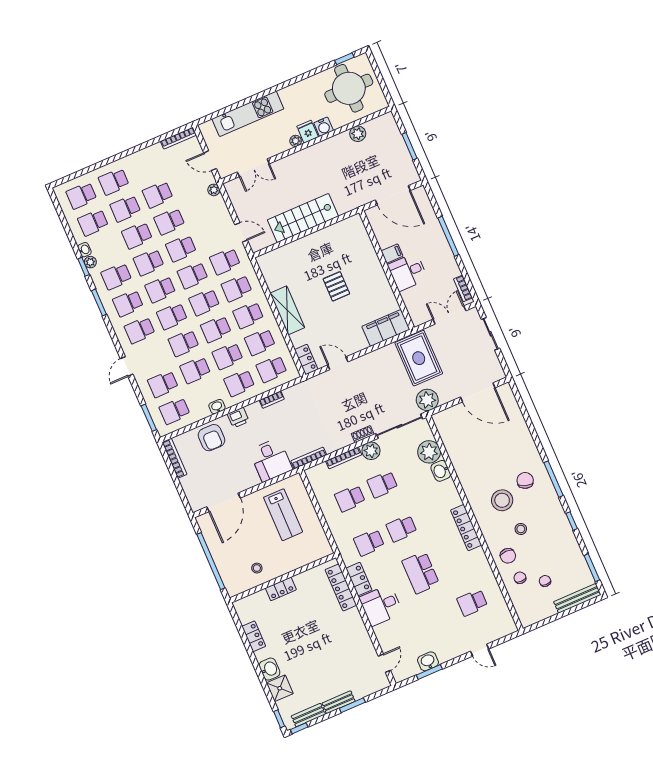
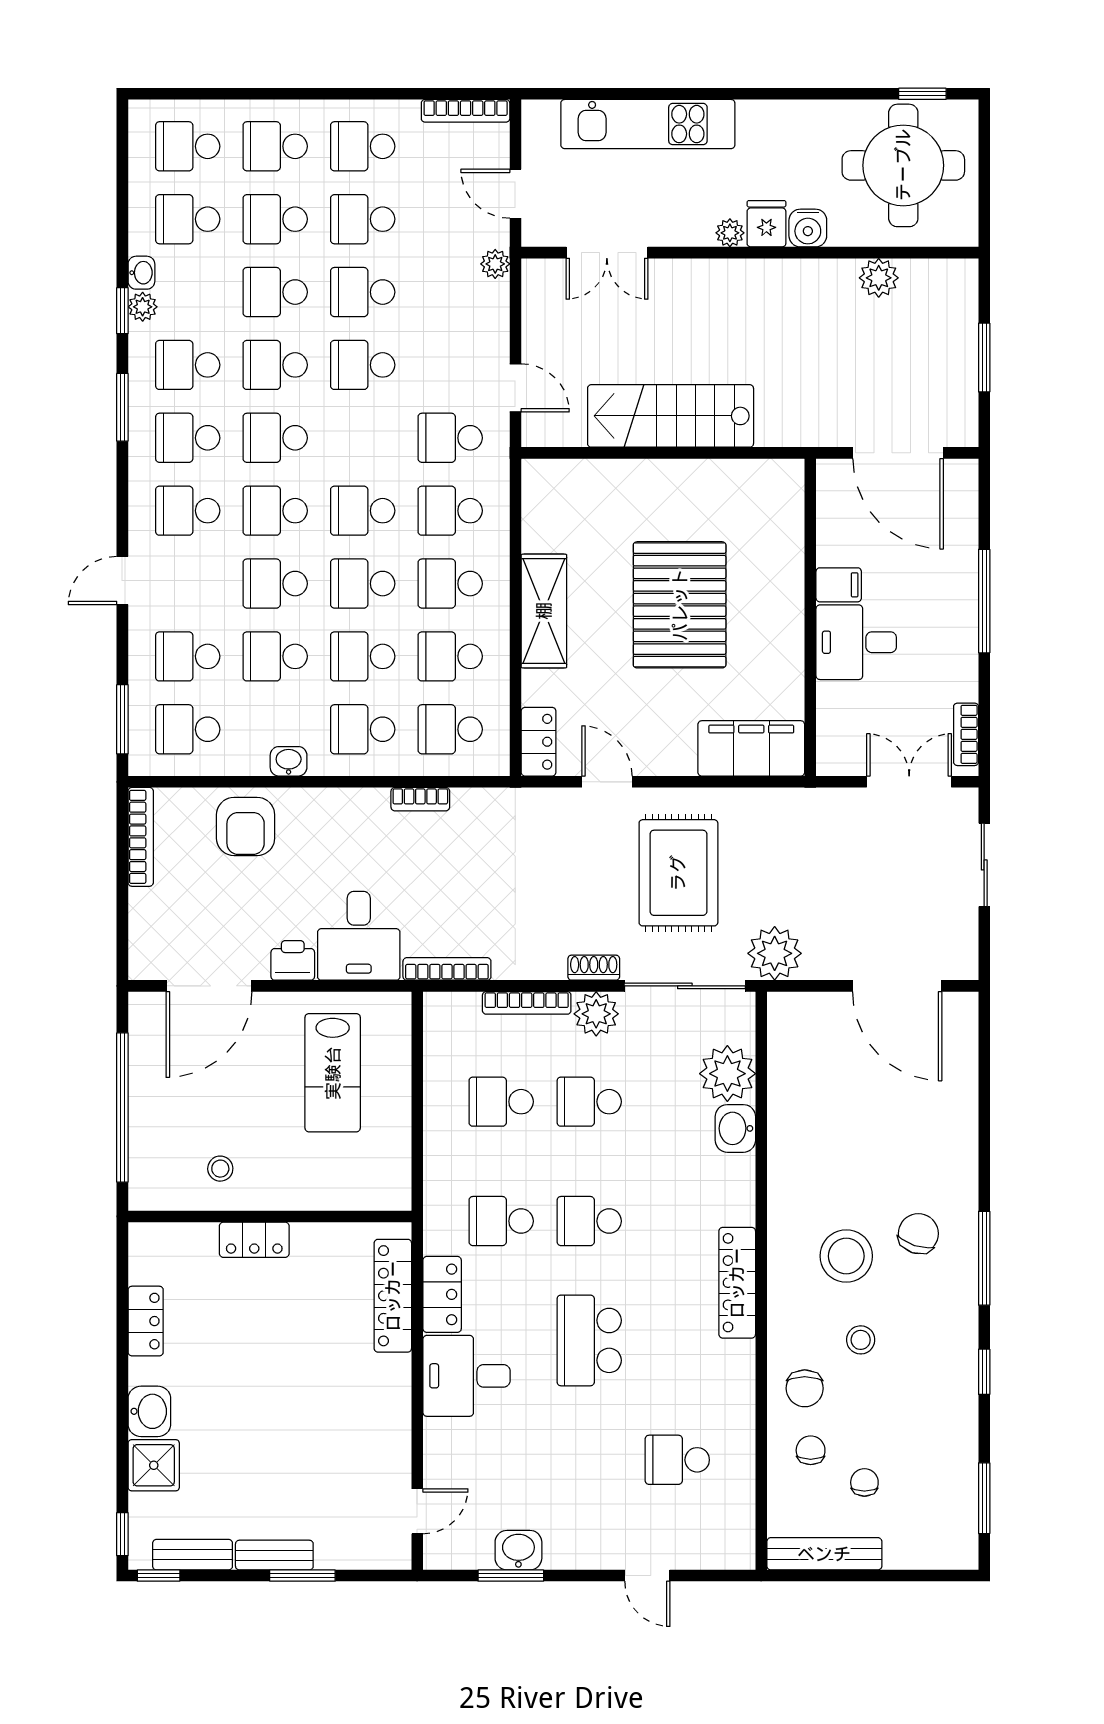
school desk: (193, 275) -> (363, 146), moved
pallet: (336, 286) -> (680, 605), width x2.05, depth x2.00
rug: (419, 358) -> (678, 873), moved
printer: (238, 418) -> (293, 960), moved, turned 180
bench: (577, 598) -> (824, 1554), moved

